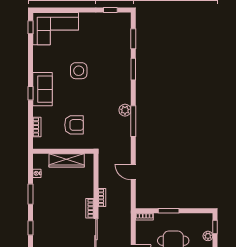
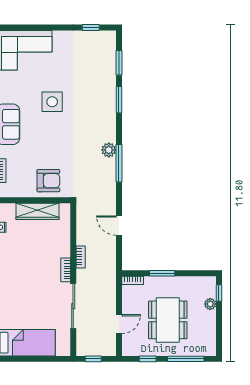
armchair: (74, 125) -> (48, 181), moved

